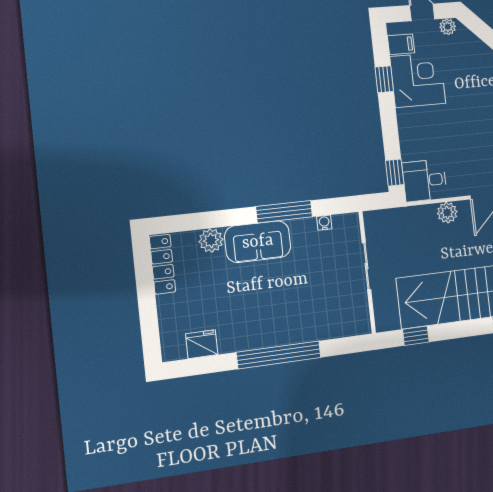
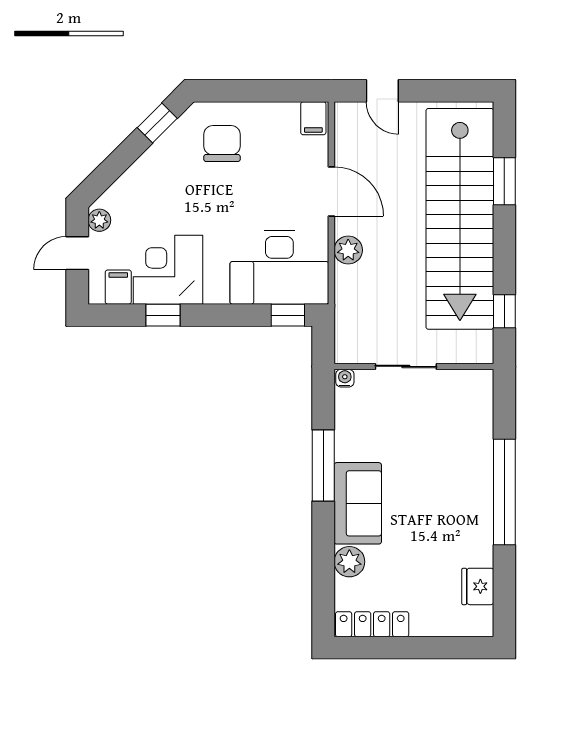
desk: (425, 180) -> (279, 267), width x1.87, depth x1.30
water cooler: (324, 223) -> (345, 378), moved, turned 90

